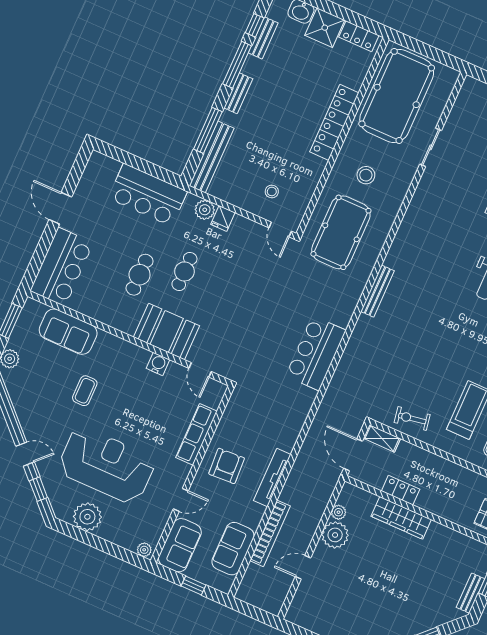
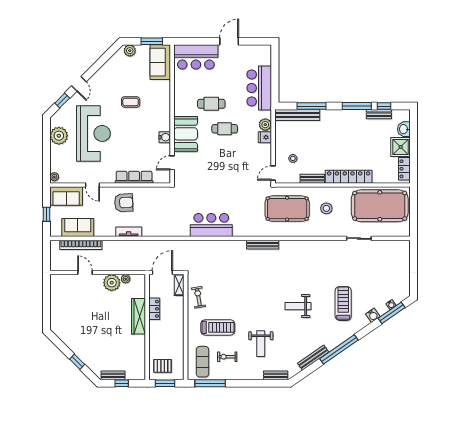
bench: (238, 93) -> (312, 179), moved
sofa: (68, 332) -> (160, 62), moved
tv unit: (272, 477) -> (129, 232), width x0.71
bookcase: (270, 533) -> (81, 245), moved

